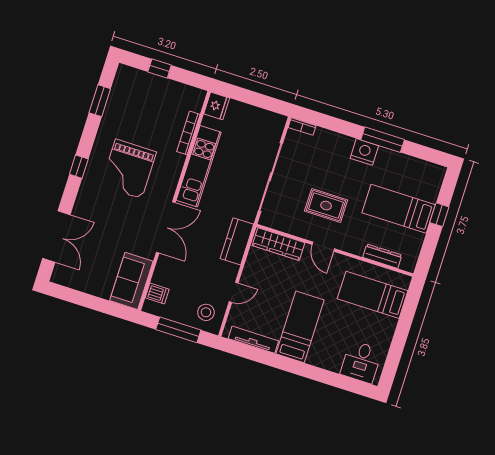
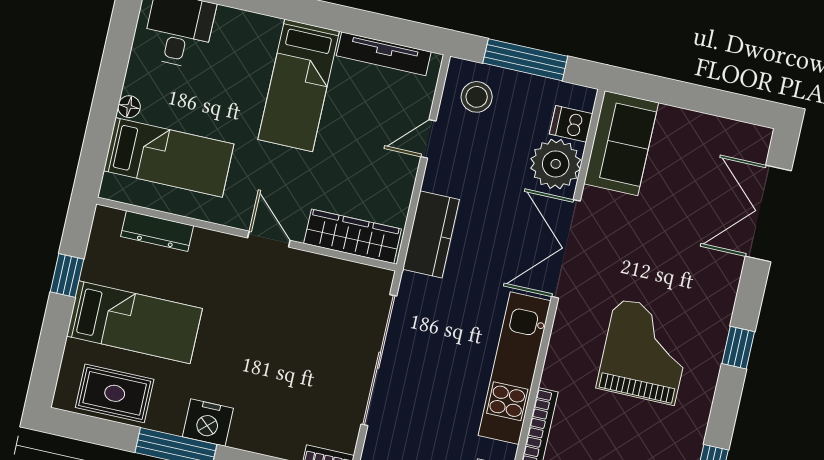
rug: (326, 206) -> (115, 393), moved
window: (439, 215) -> (67, 276), moved
plant: (167, 273) -> (556, 164), added
floor lamp: (391, 324) -> (129, 107), added

